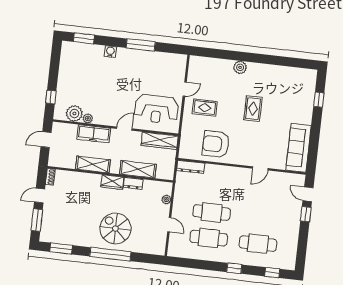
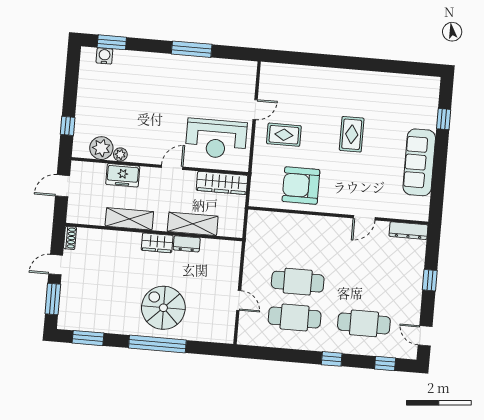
water cooler: (110, 52) -> (104, 56), moved
plant: (240, 67) -> (332, 77), removed
freezer: (94, 134) -> (123, 175), width x0.71
sofa: (299, 148) -> (419, 162), moved
dresser: (191, 167) -> (408, 231), moved
door: (308, 194) -> (425, 336), moved
plant: (166, 199) -> (234, 265), removed

